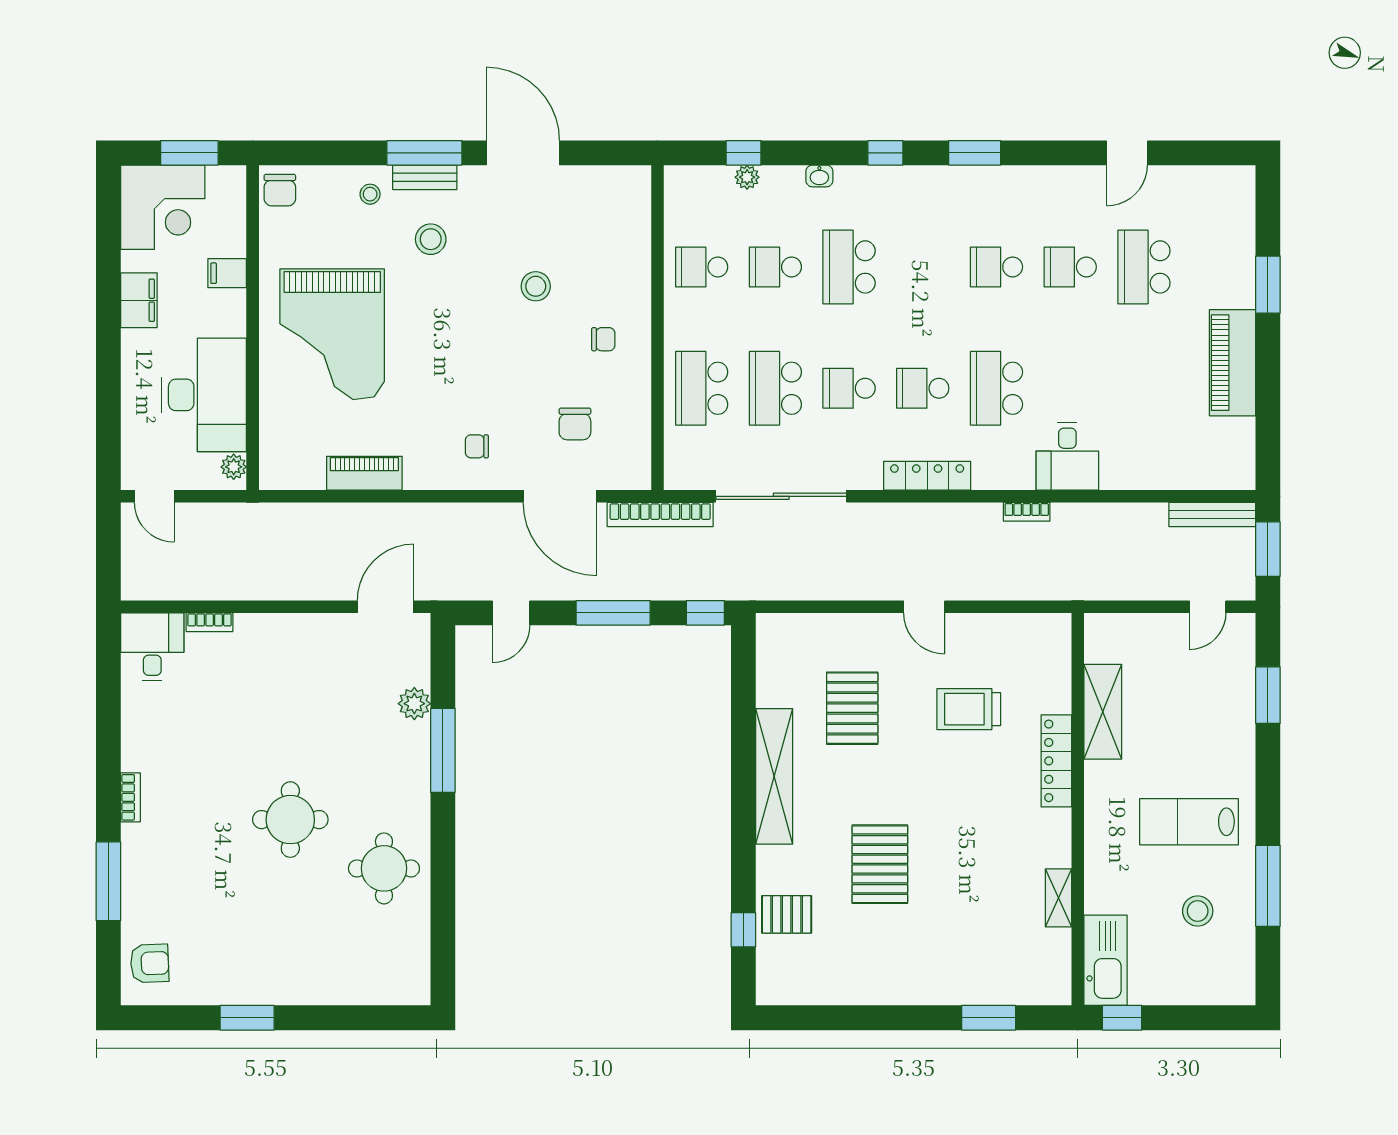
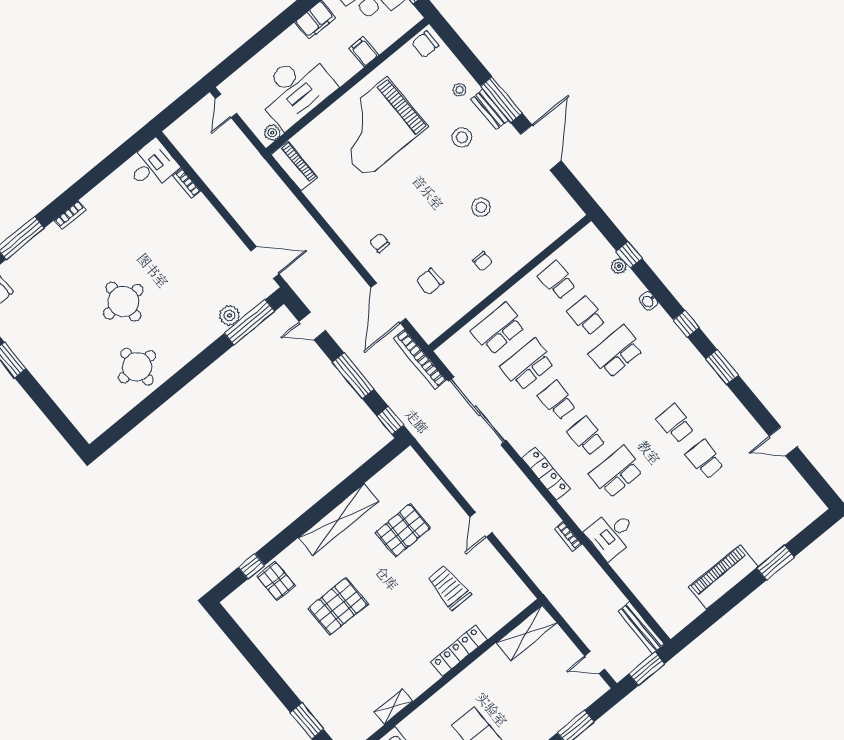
school desk: (1144, 267) -> (734, 495), removed
piano: (364, 473) -> (294, 166), moved
shelving: (1103, 712) -> (527, 633), moved
window: (443, 750) -> (249, 322), moved

